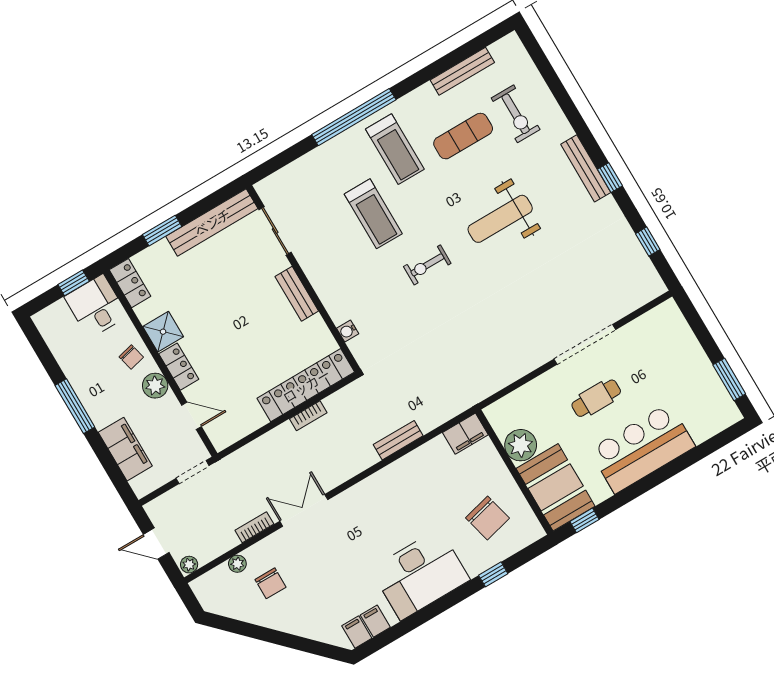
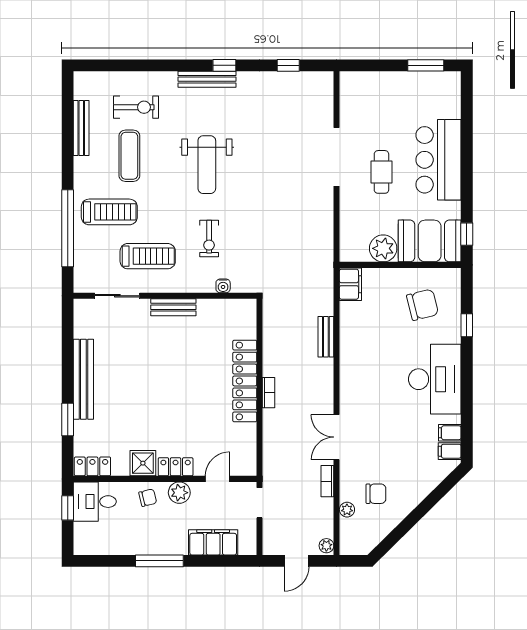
sliding door: (275, 231) -> (117, 296), moved
wall: (303, 279) -> (165, 296), moved
bench: (297, 294) -> (173, 307), moved
water cooler: (348, 331) -> (223, 286), moved

